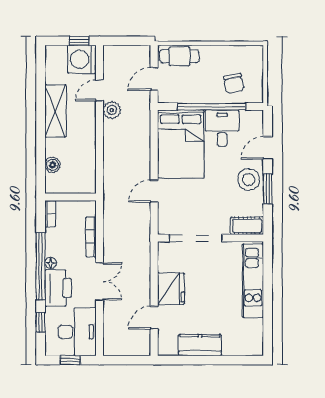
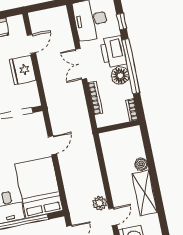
boiler: (52, 165) -> (141, 164), moved
floor lamp: (51, 263) -> (120, 76), width x1.89, depth x1.89

